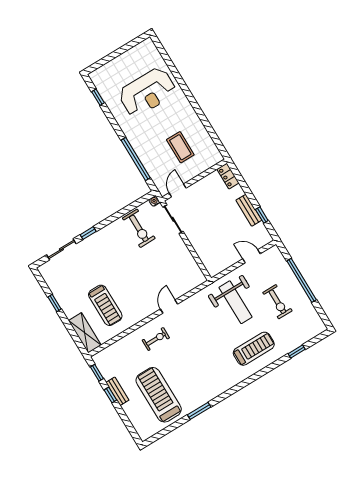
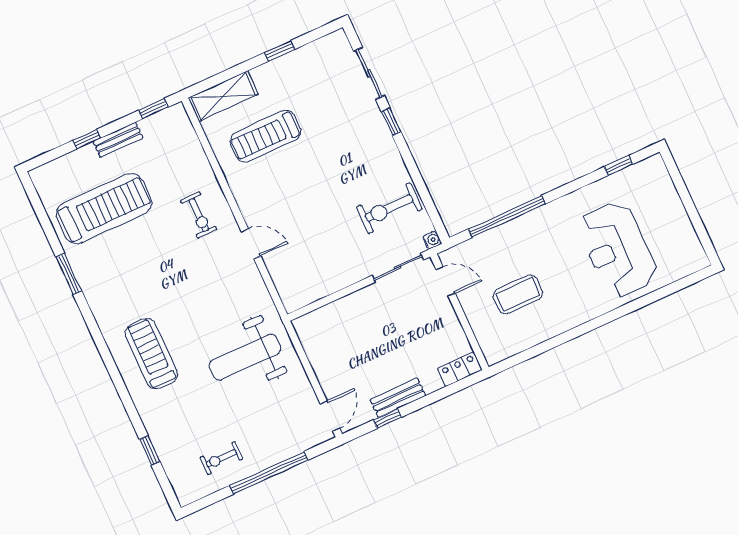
door: (252, 256) -> (330, 416), moved
exercise bike: (277, 302) -> (221, 458), moved, width x0.73, depth x0.72
treadmill: (254, 349) -> (151, 354), moved, turned 180
window: (110, 395) -> (87, 139), moved

